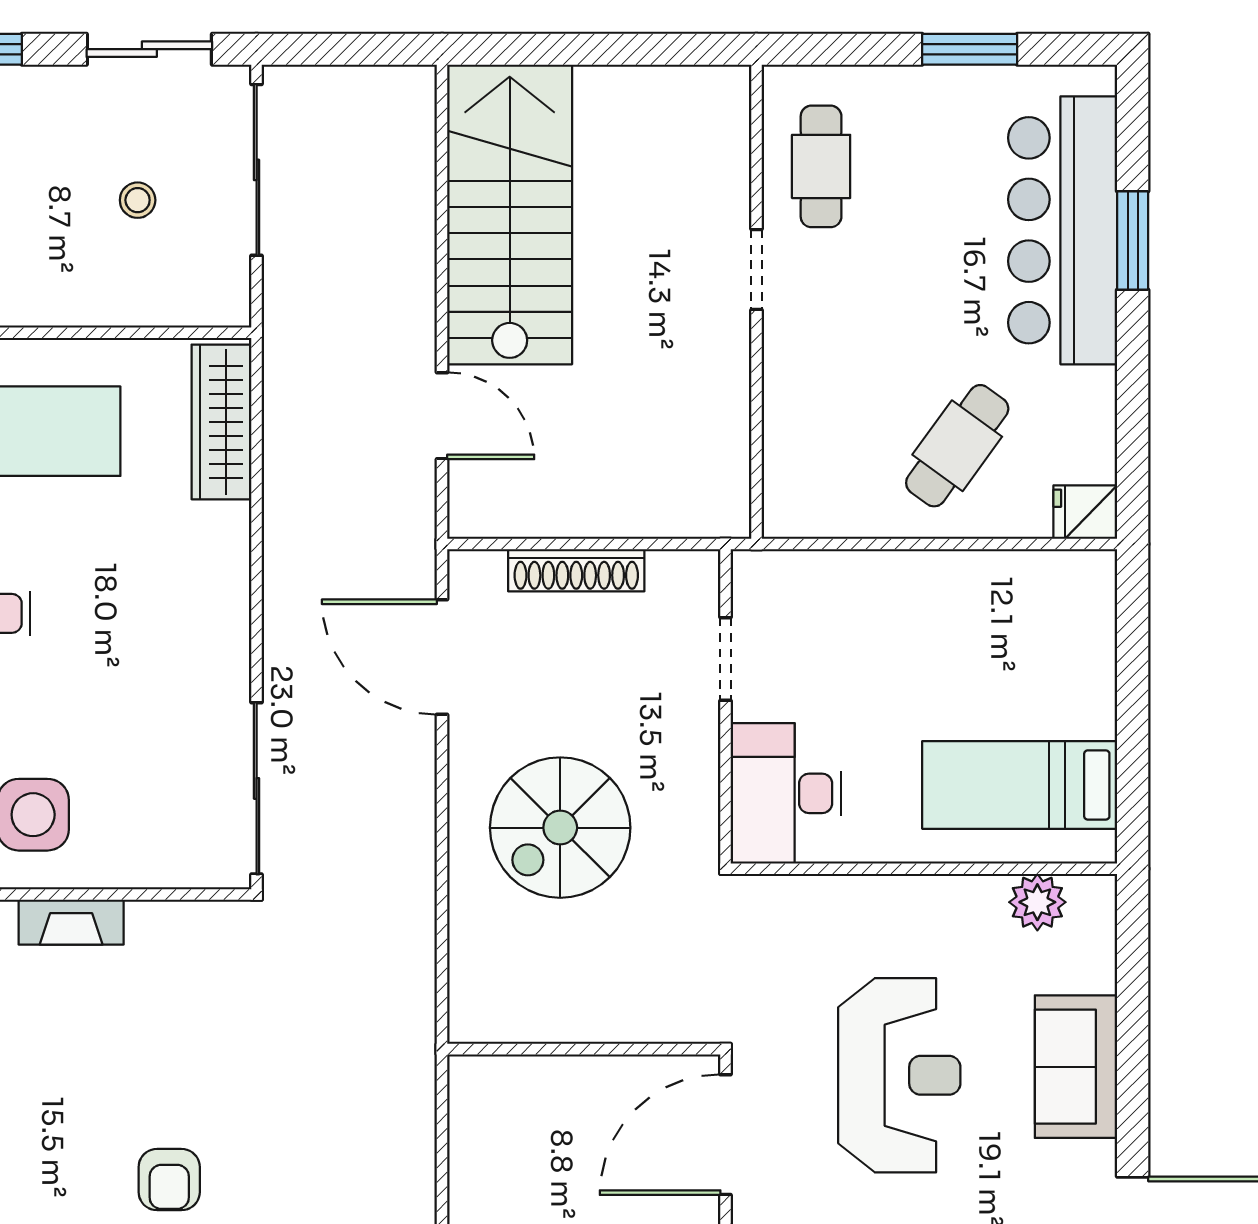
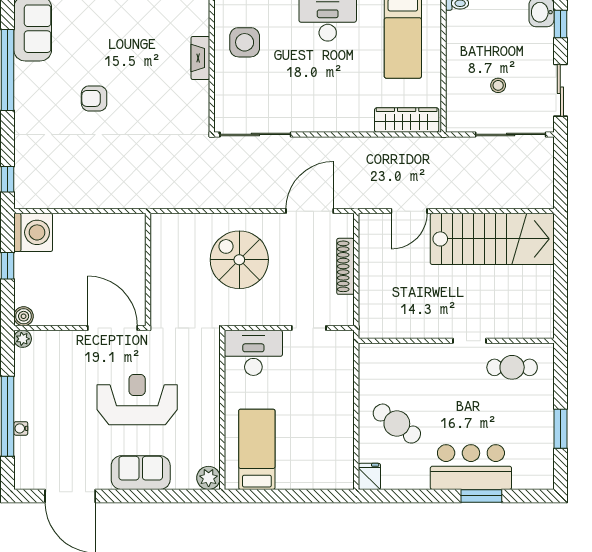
bar counter: (1063, 230) -> (471, 467), width x0.73
plant: (1037, 902) -> (209, 478), moved
reception desk: (899, 1075) -> (137, 400), turned 180

